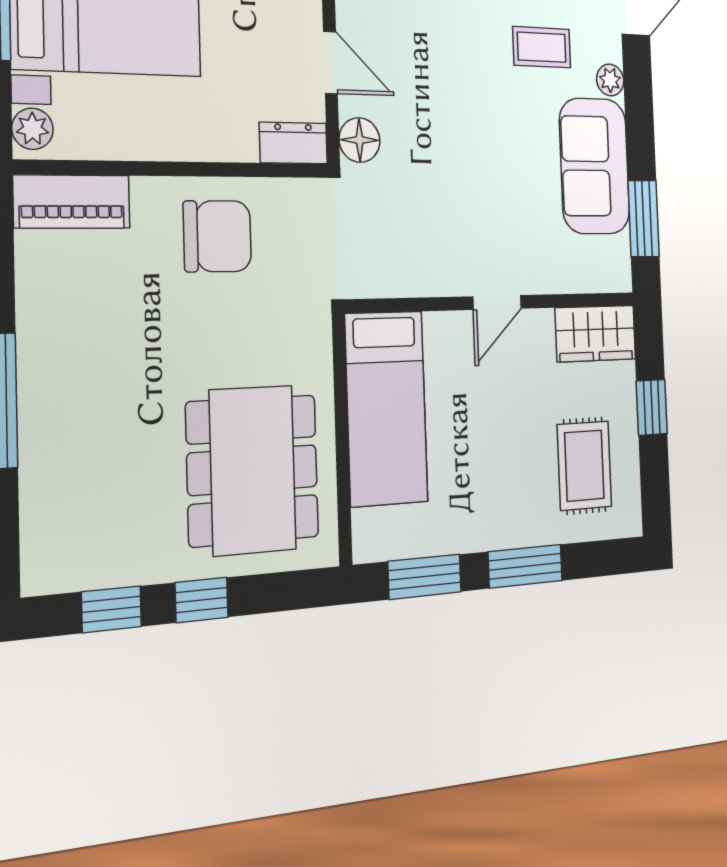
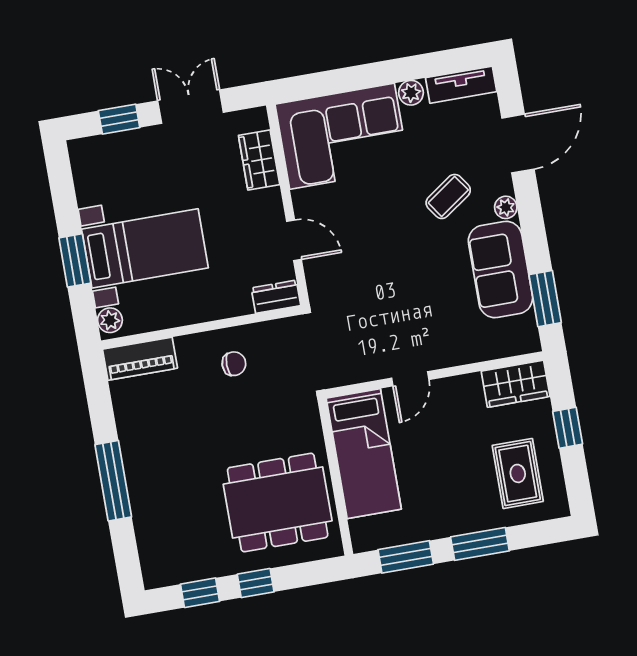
coffee table: (542, 47) -> (448, 196), turned -35
floor lamp: (360, 140) -> (321, 286), removed
chair: (217, 236) -> (234, 364), width x0.54, depth x0.54
door: (497, 302) -> (410, 379), moved
dining table: (253, 470) -> (278, 503), turned 90

